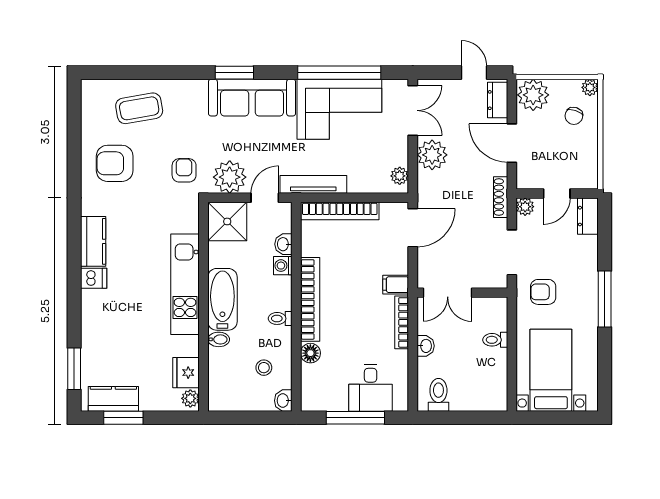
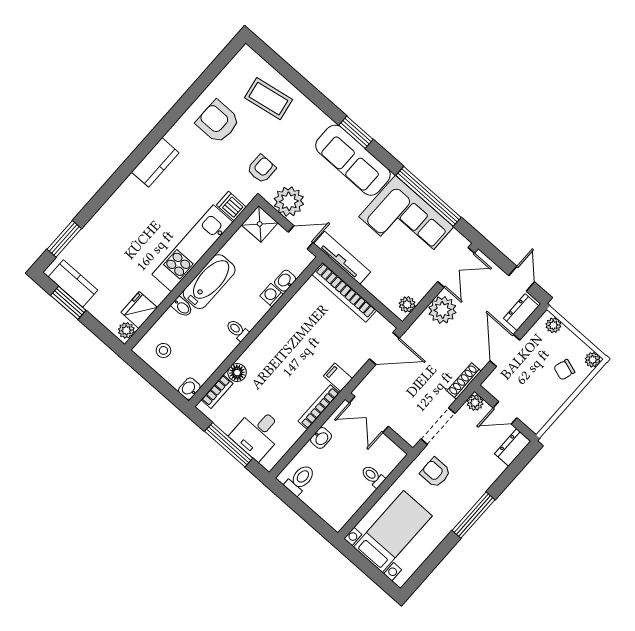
plant: (533, 95) -> (553, 325), width x0.53, depth x0.53
shower: (227, 221) -> (260, 224), width x0.73, depth x0.73
dishwasher: (94, 278) -> (231, 206), moved, turned 180
bookcase: (310, 299) -> (217, 392), moved, width x0.43, depth x0.76
stool: (264, 368) -> (163, 350), moved

